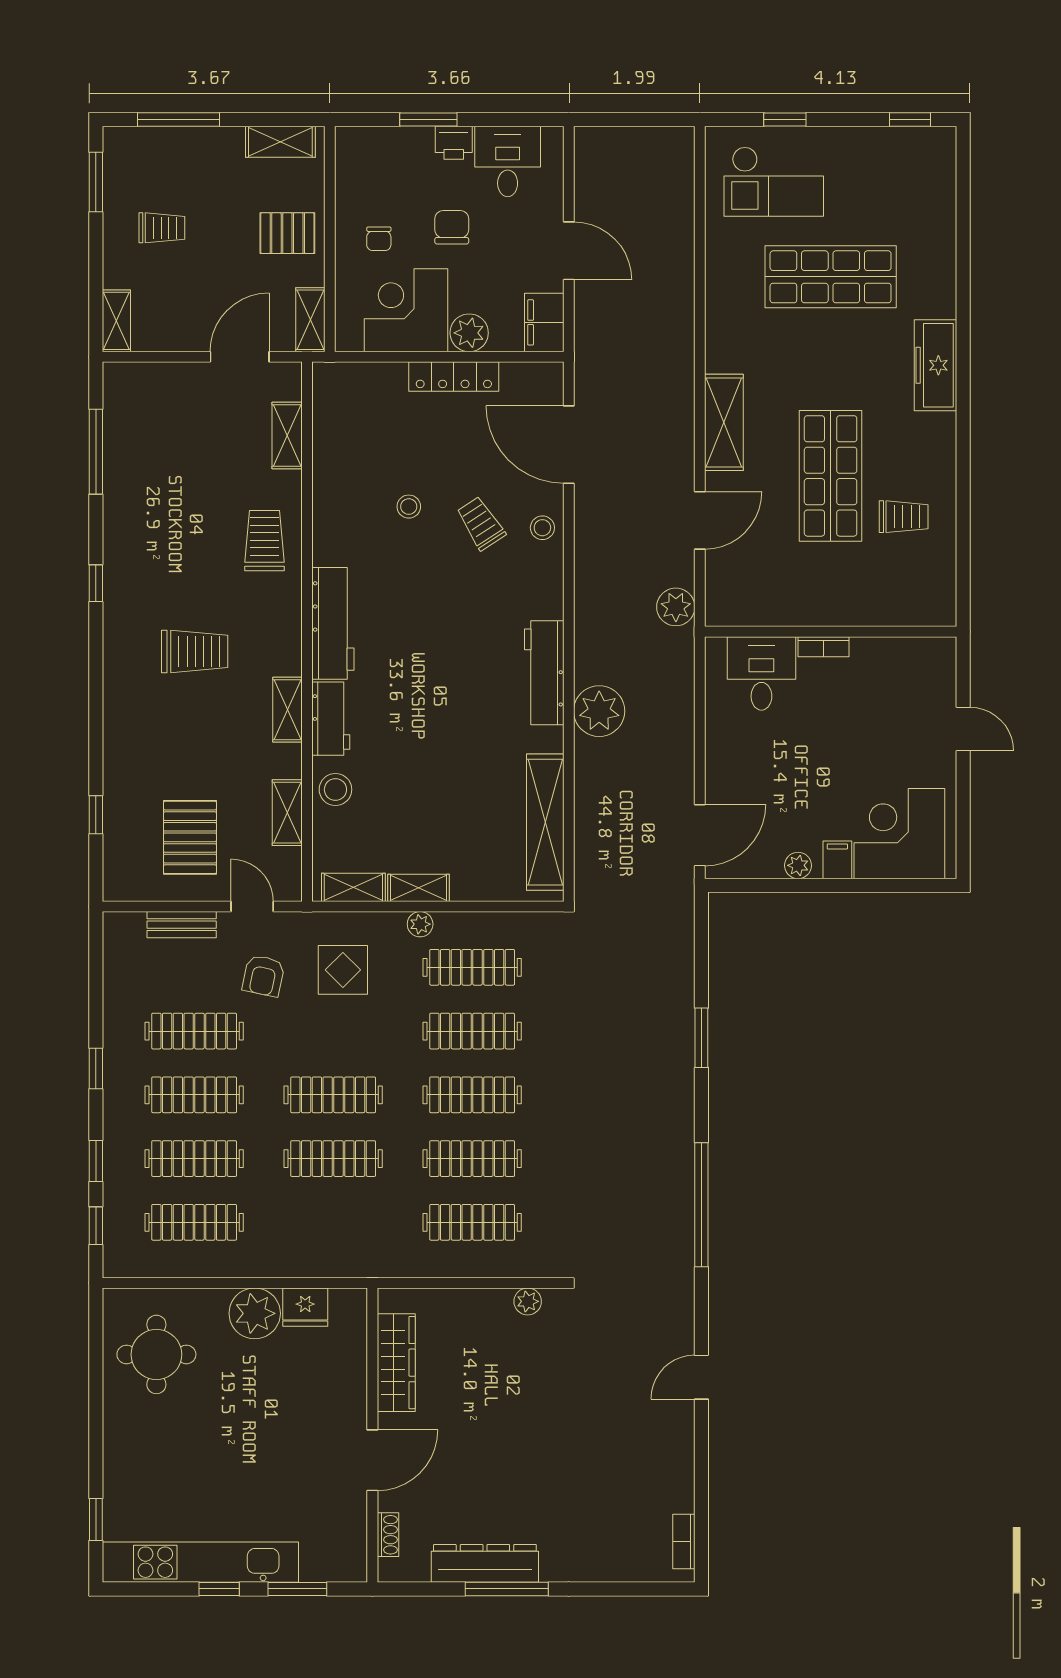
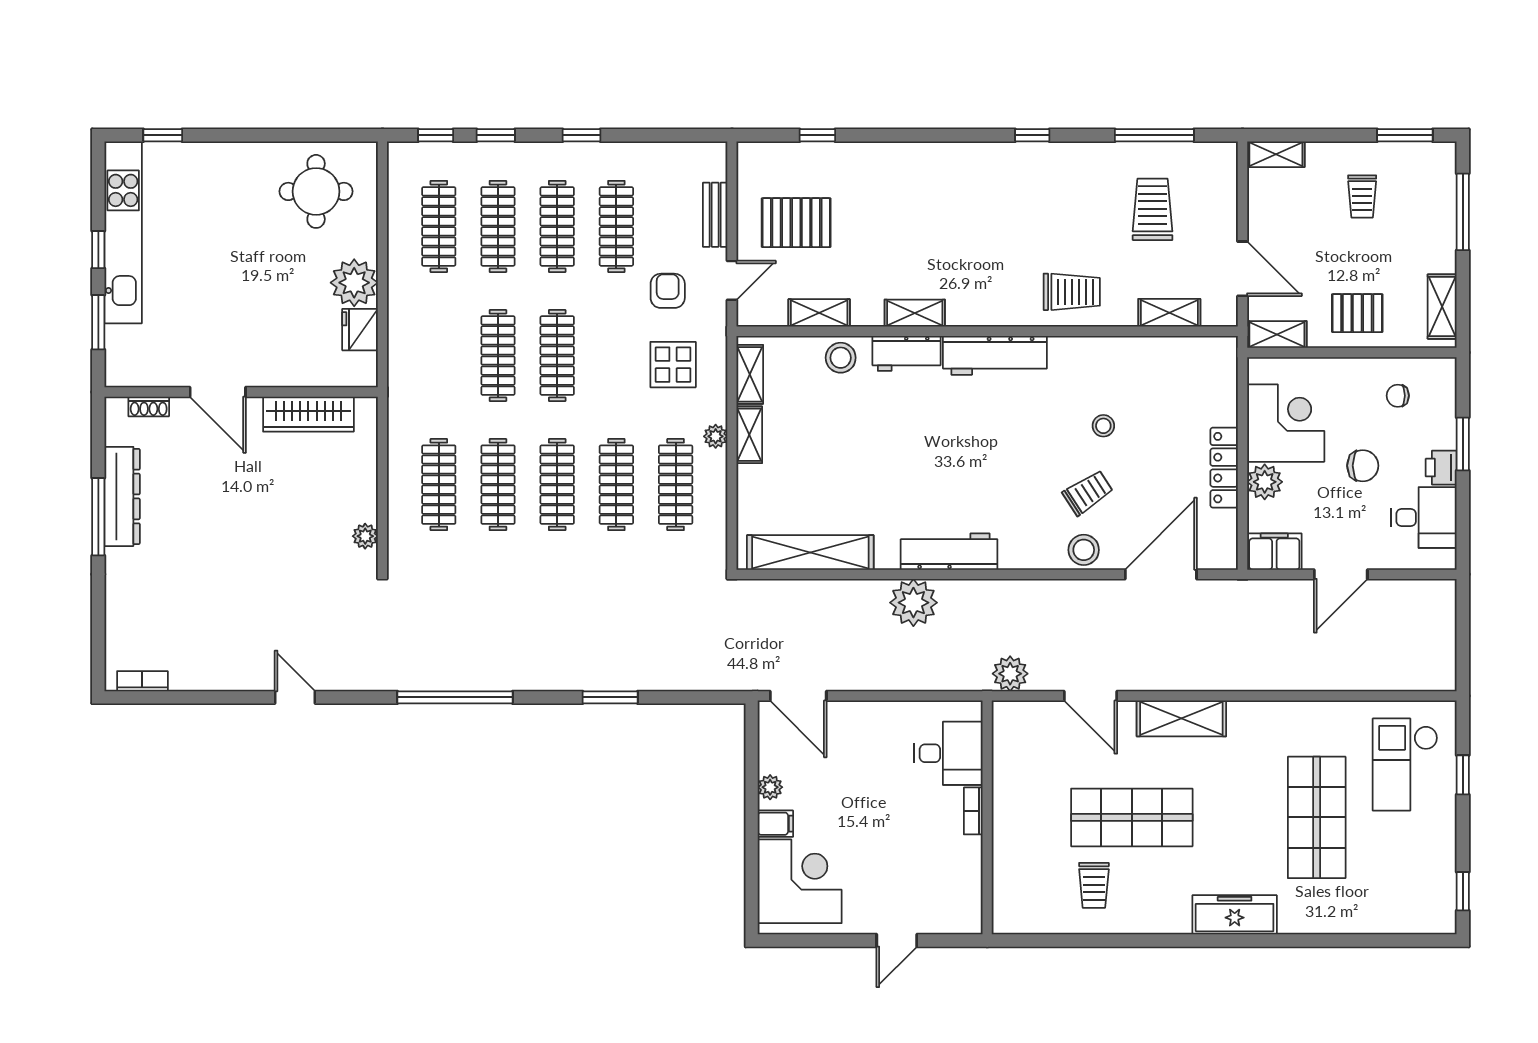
pallet: (287, 233) -> (1357, 313), turned 90
chair: (379, 239) -> (1398, 396), moved
stool: (542, 528) -> (1084, 550), width x1.37, depth x1.37
trolley: (195, 651) -> (1153, 209), moved, turned 180
armchair: (263, 976) -> (668, 291), turned 78

